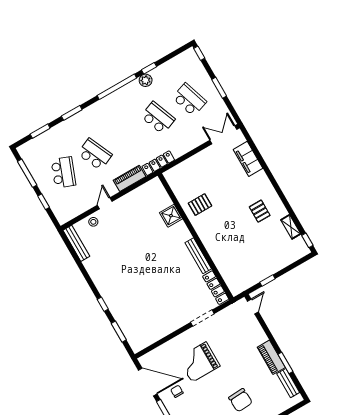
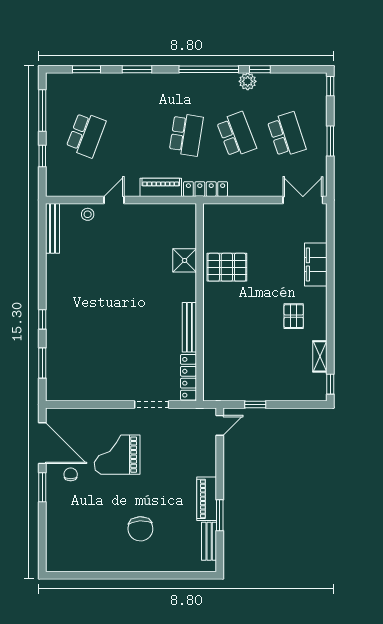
school desk: (95, 154) -> (186, 135), moved, turned 33
filing cabinet: (248, 159) -> (316, 264), moved
pallet: (200, 205) -> (227, 267), width x1.50, depth x1.42

